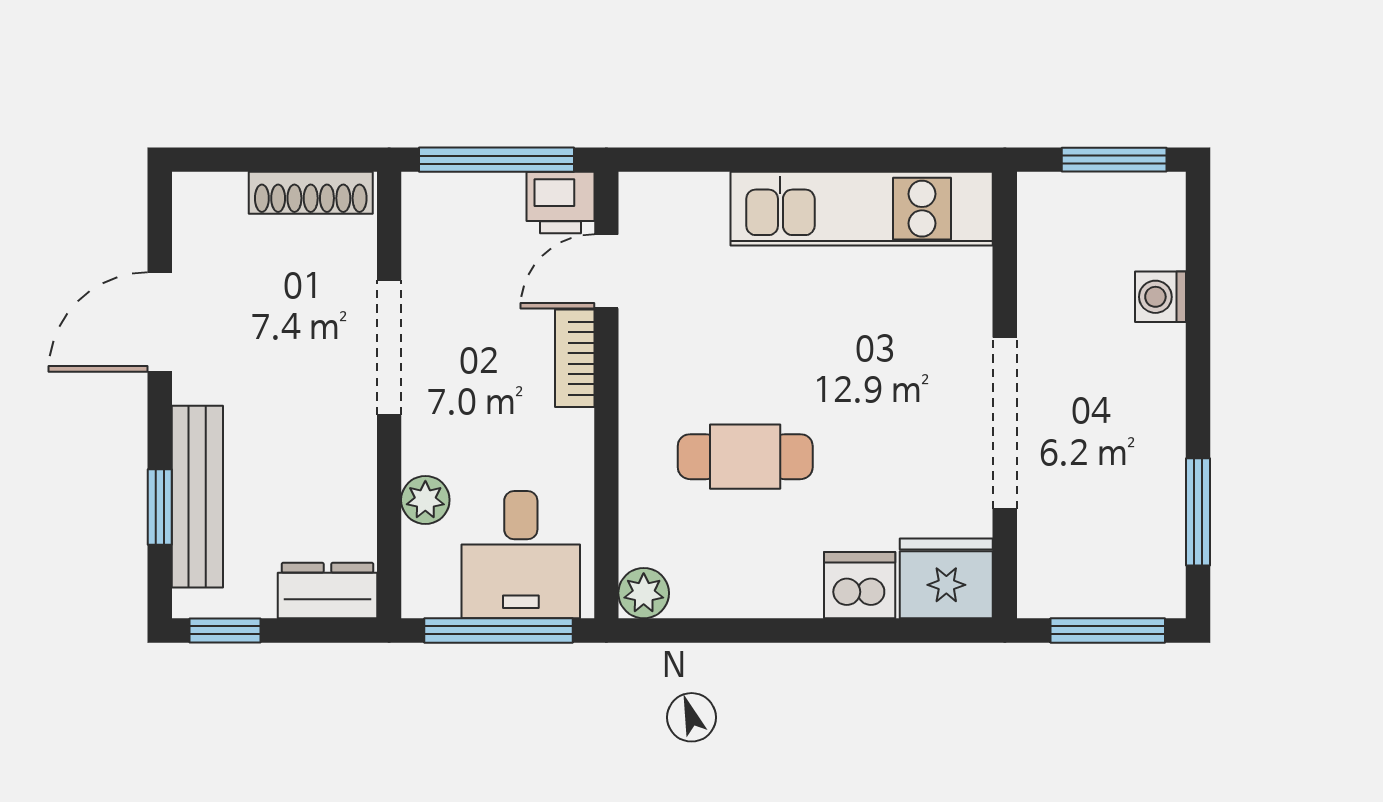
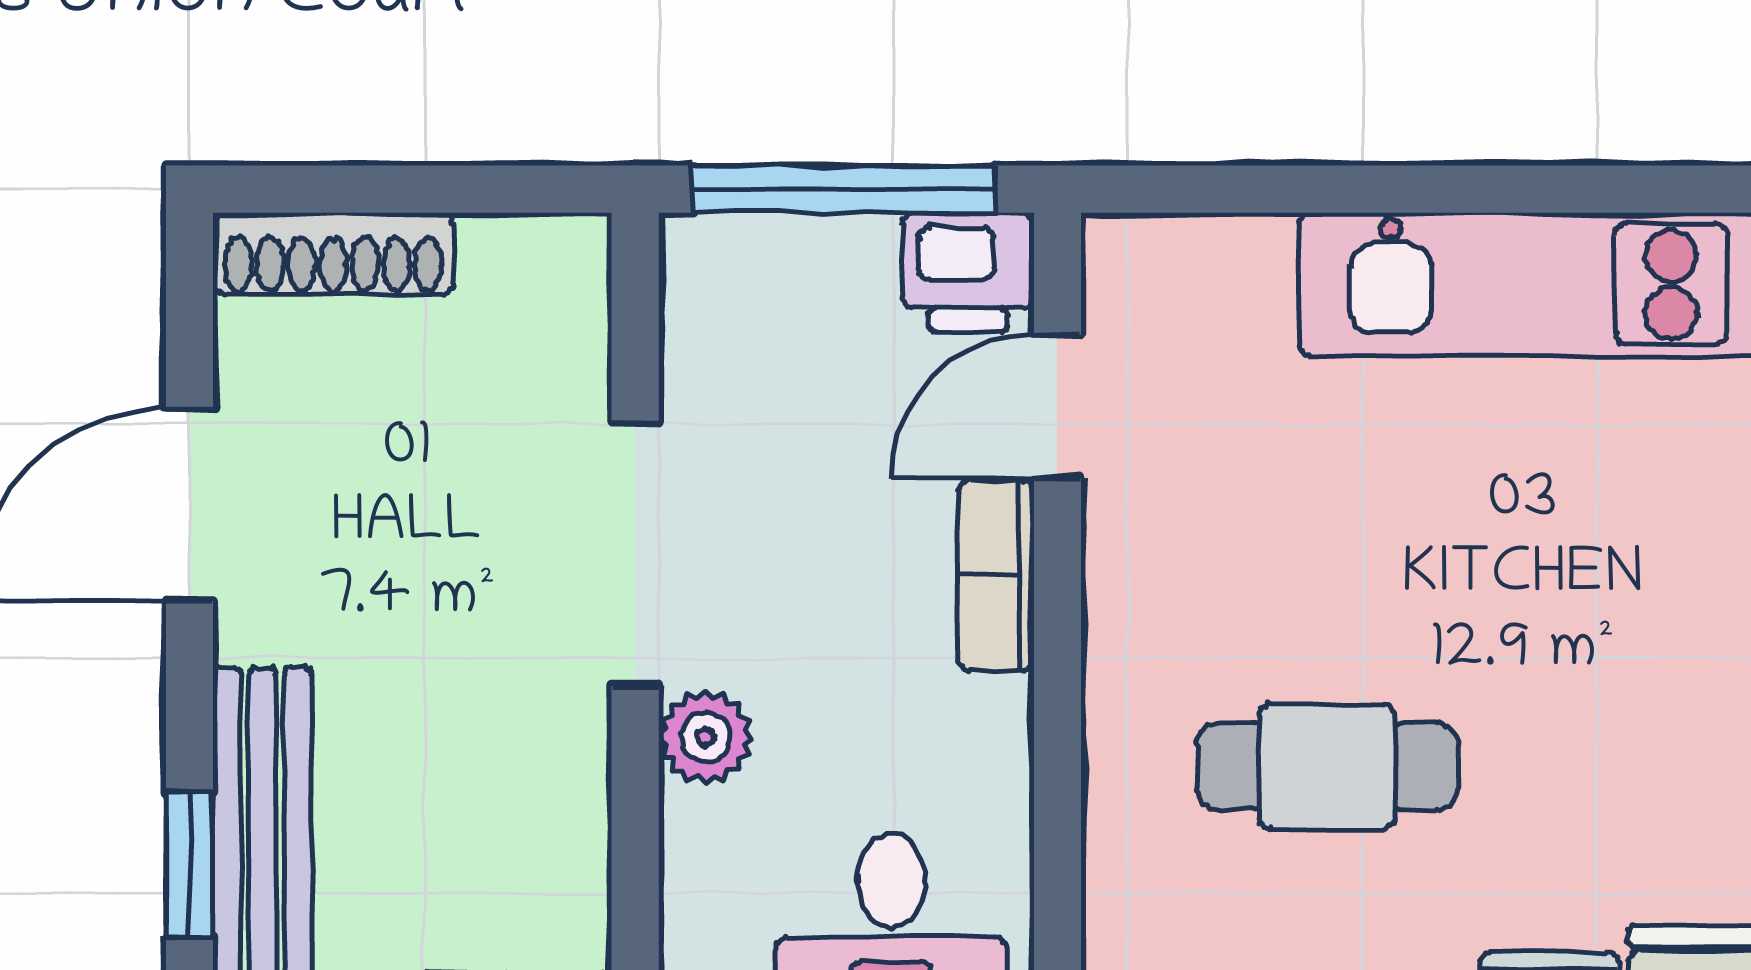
shoe rack: (311, 193) -> (333, 254), moved
plant: (425, 500) -> (706, 737), moved

